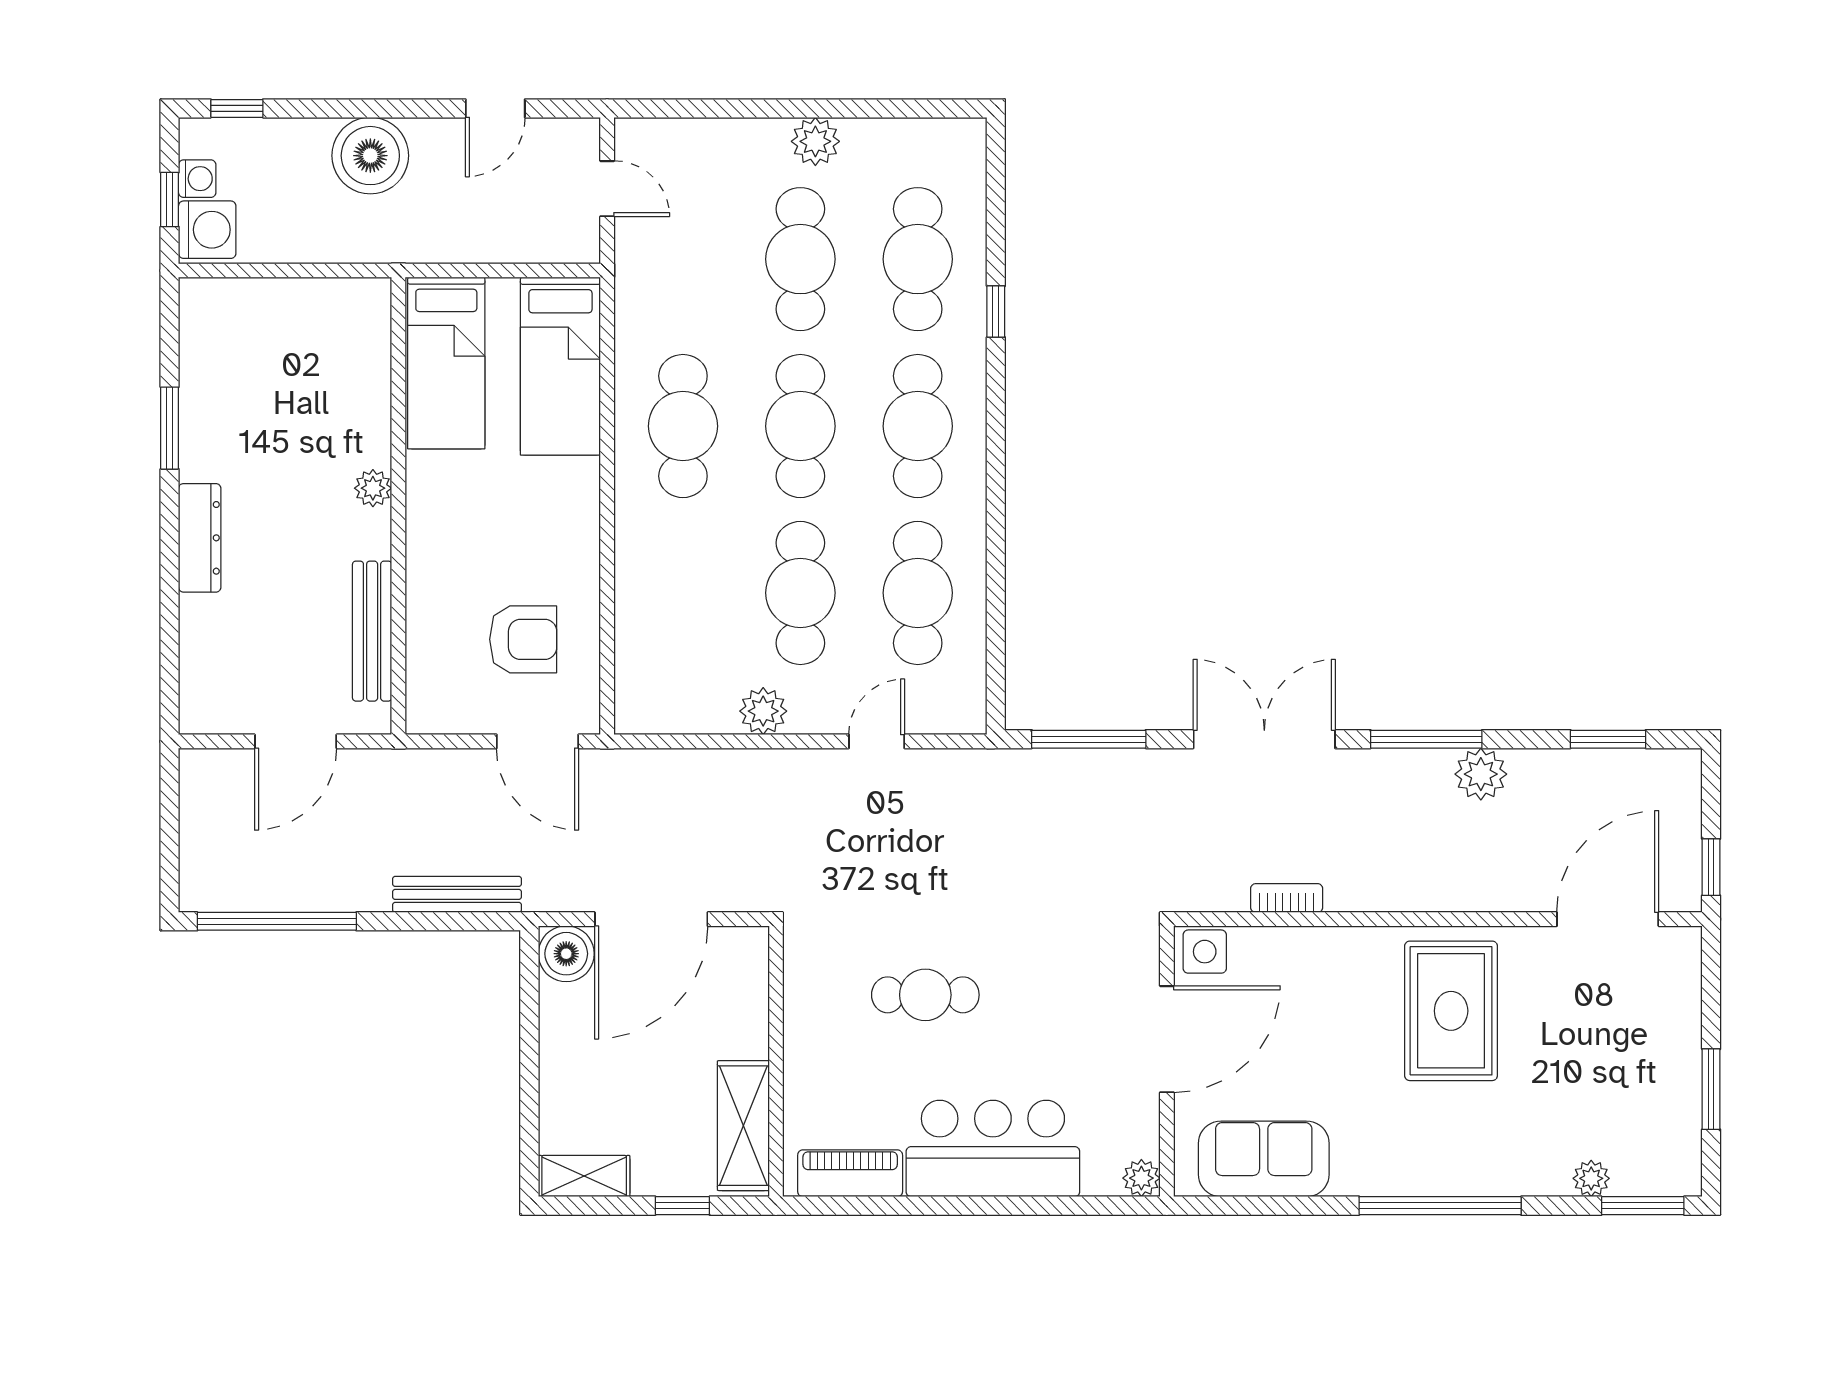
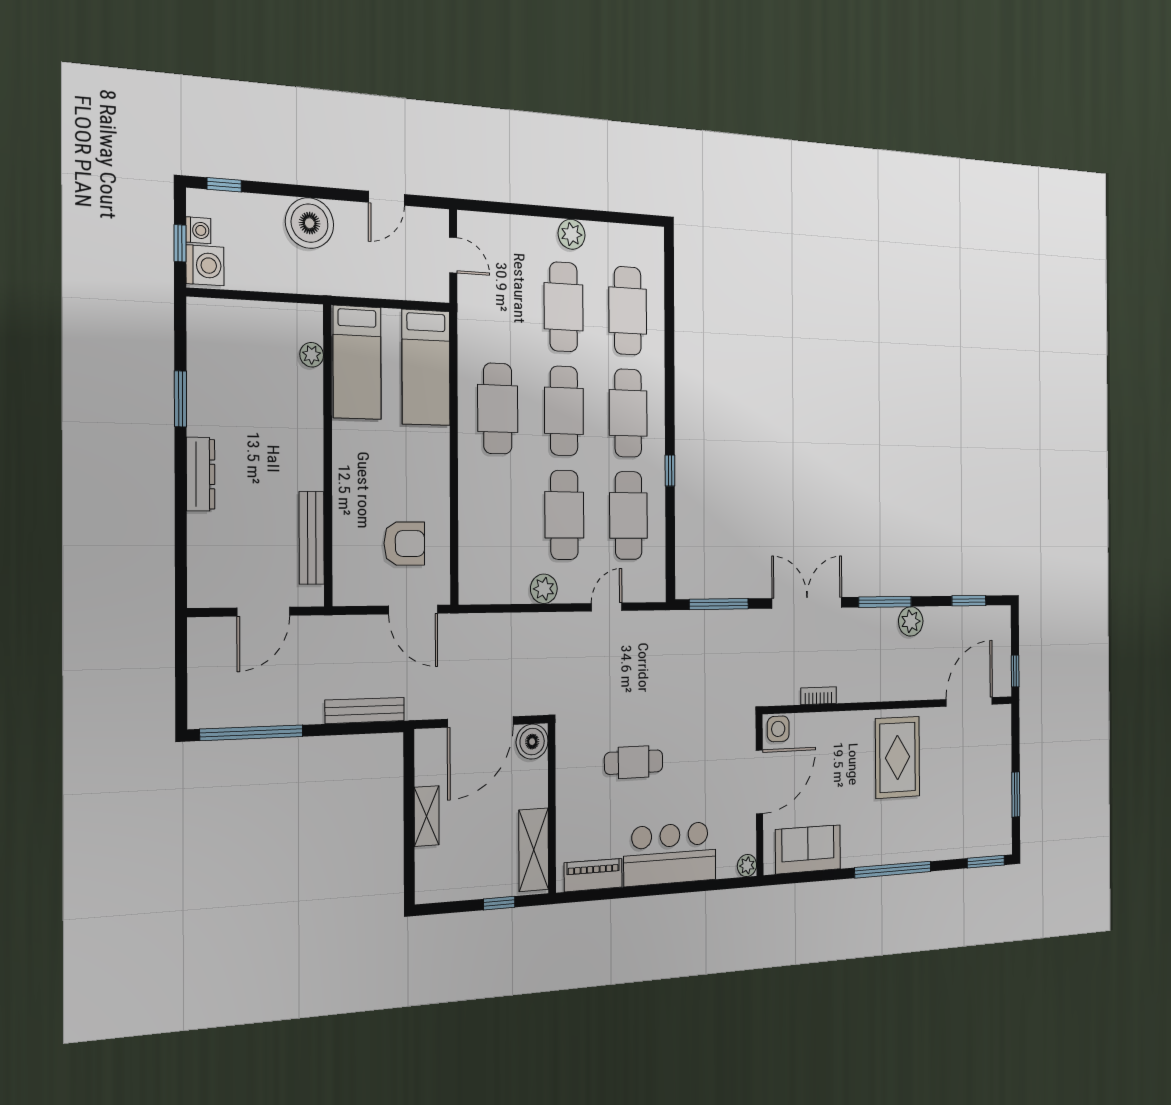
window: (996, 312) -> (670, 471), moved
plant: (373, 488) -> (312, 355), moved
boiler: (566, 954) -> (532, 742), moved
shelving: (584, 1176) -> (427, 816), moved, turned 90
plant: (1591, 1178) -> (963, 848), removed

